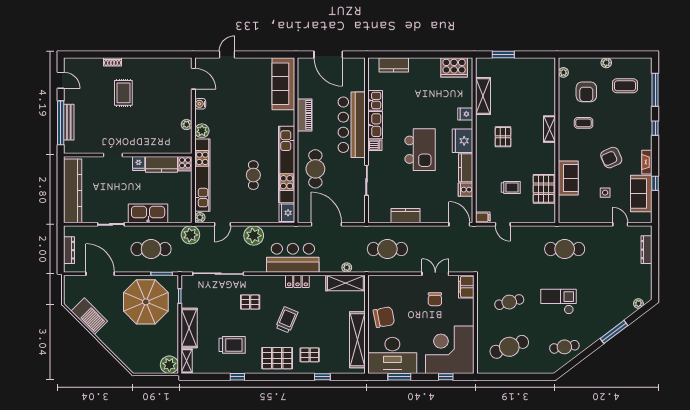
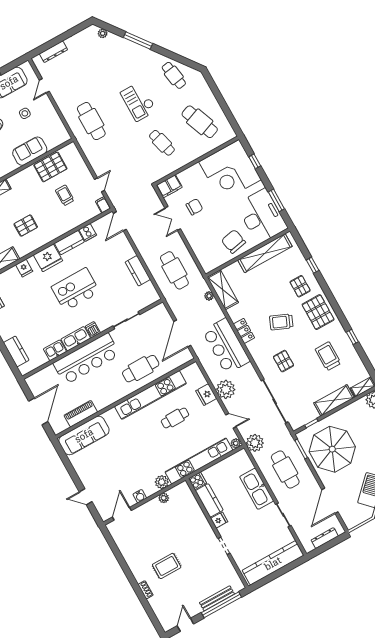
piano: (305, 115) -> (81, 414), moved
fridge: (287, 213) -> (206, 395), moved, turned 90

